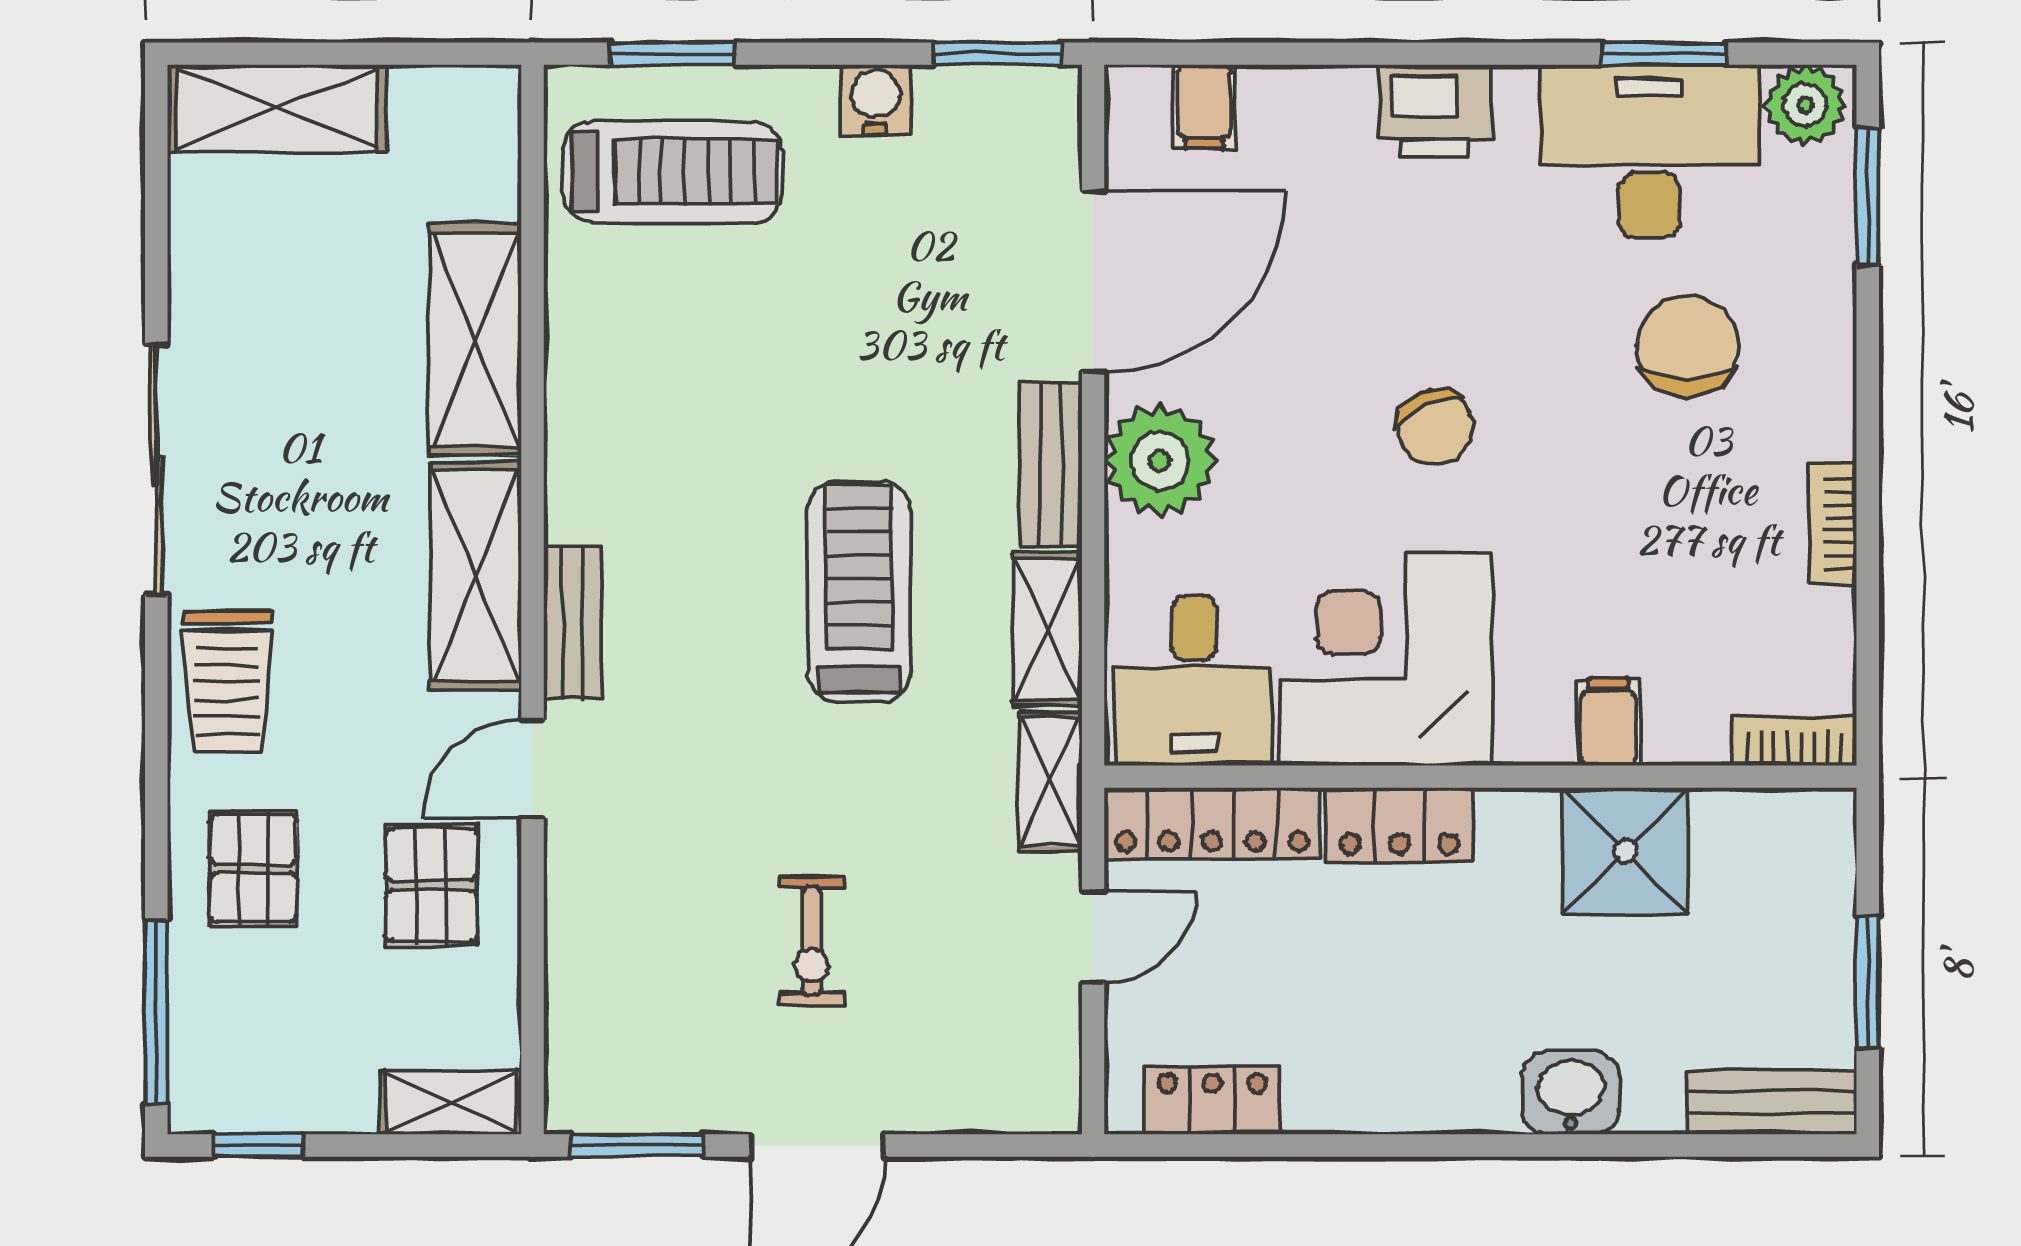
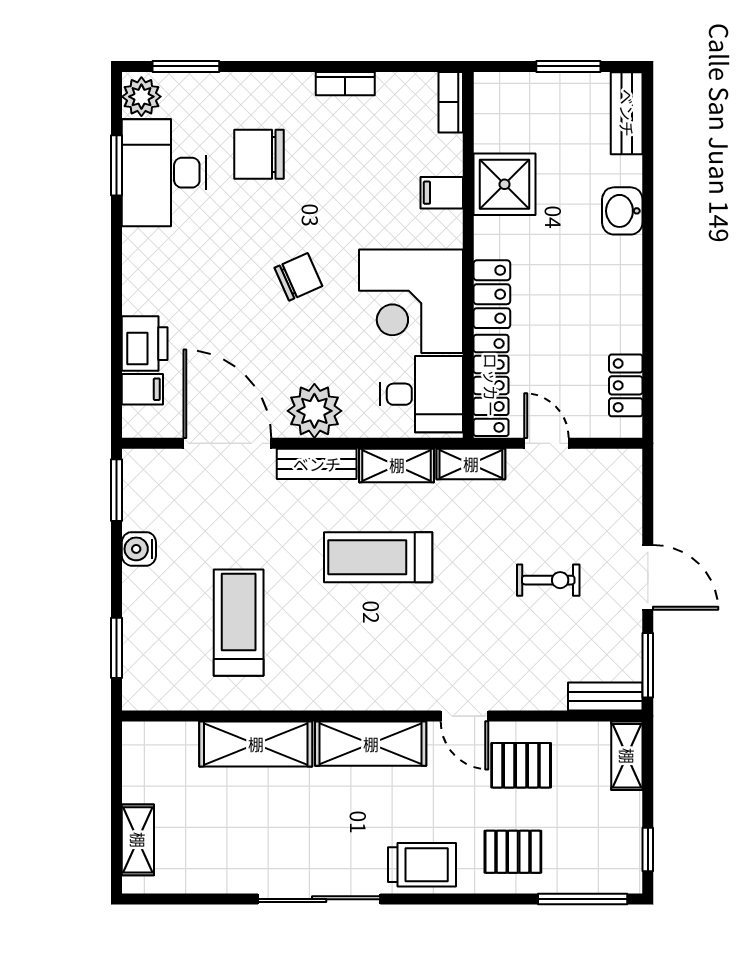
shelving: (278, 108) -> (138, 840), width x0.67, depth x0.75
printer: (1435, 111) -> (145, 344), moved
treadmill: (672, 172) -> (239, 623), moved
bench: (573, 623) -> (605, 696), moved

